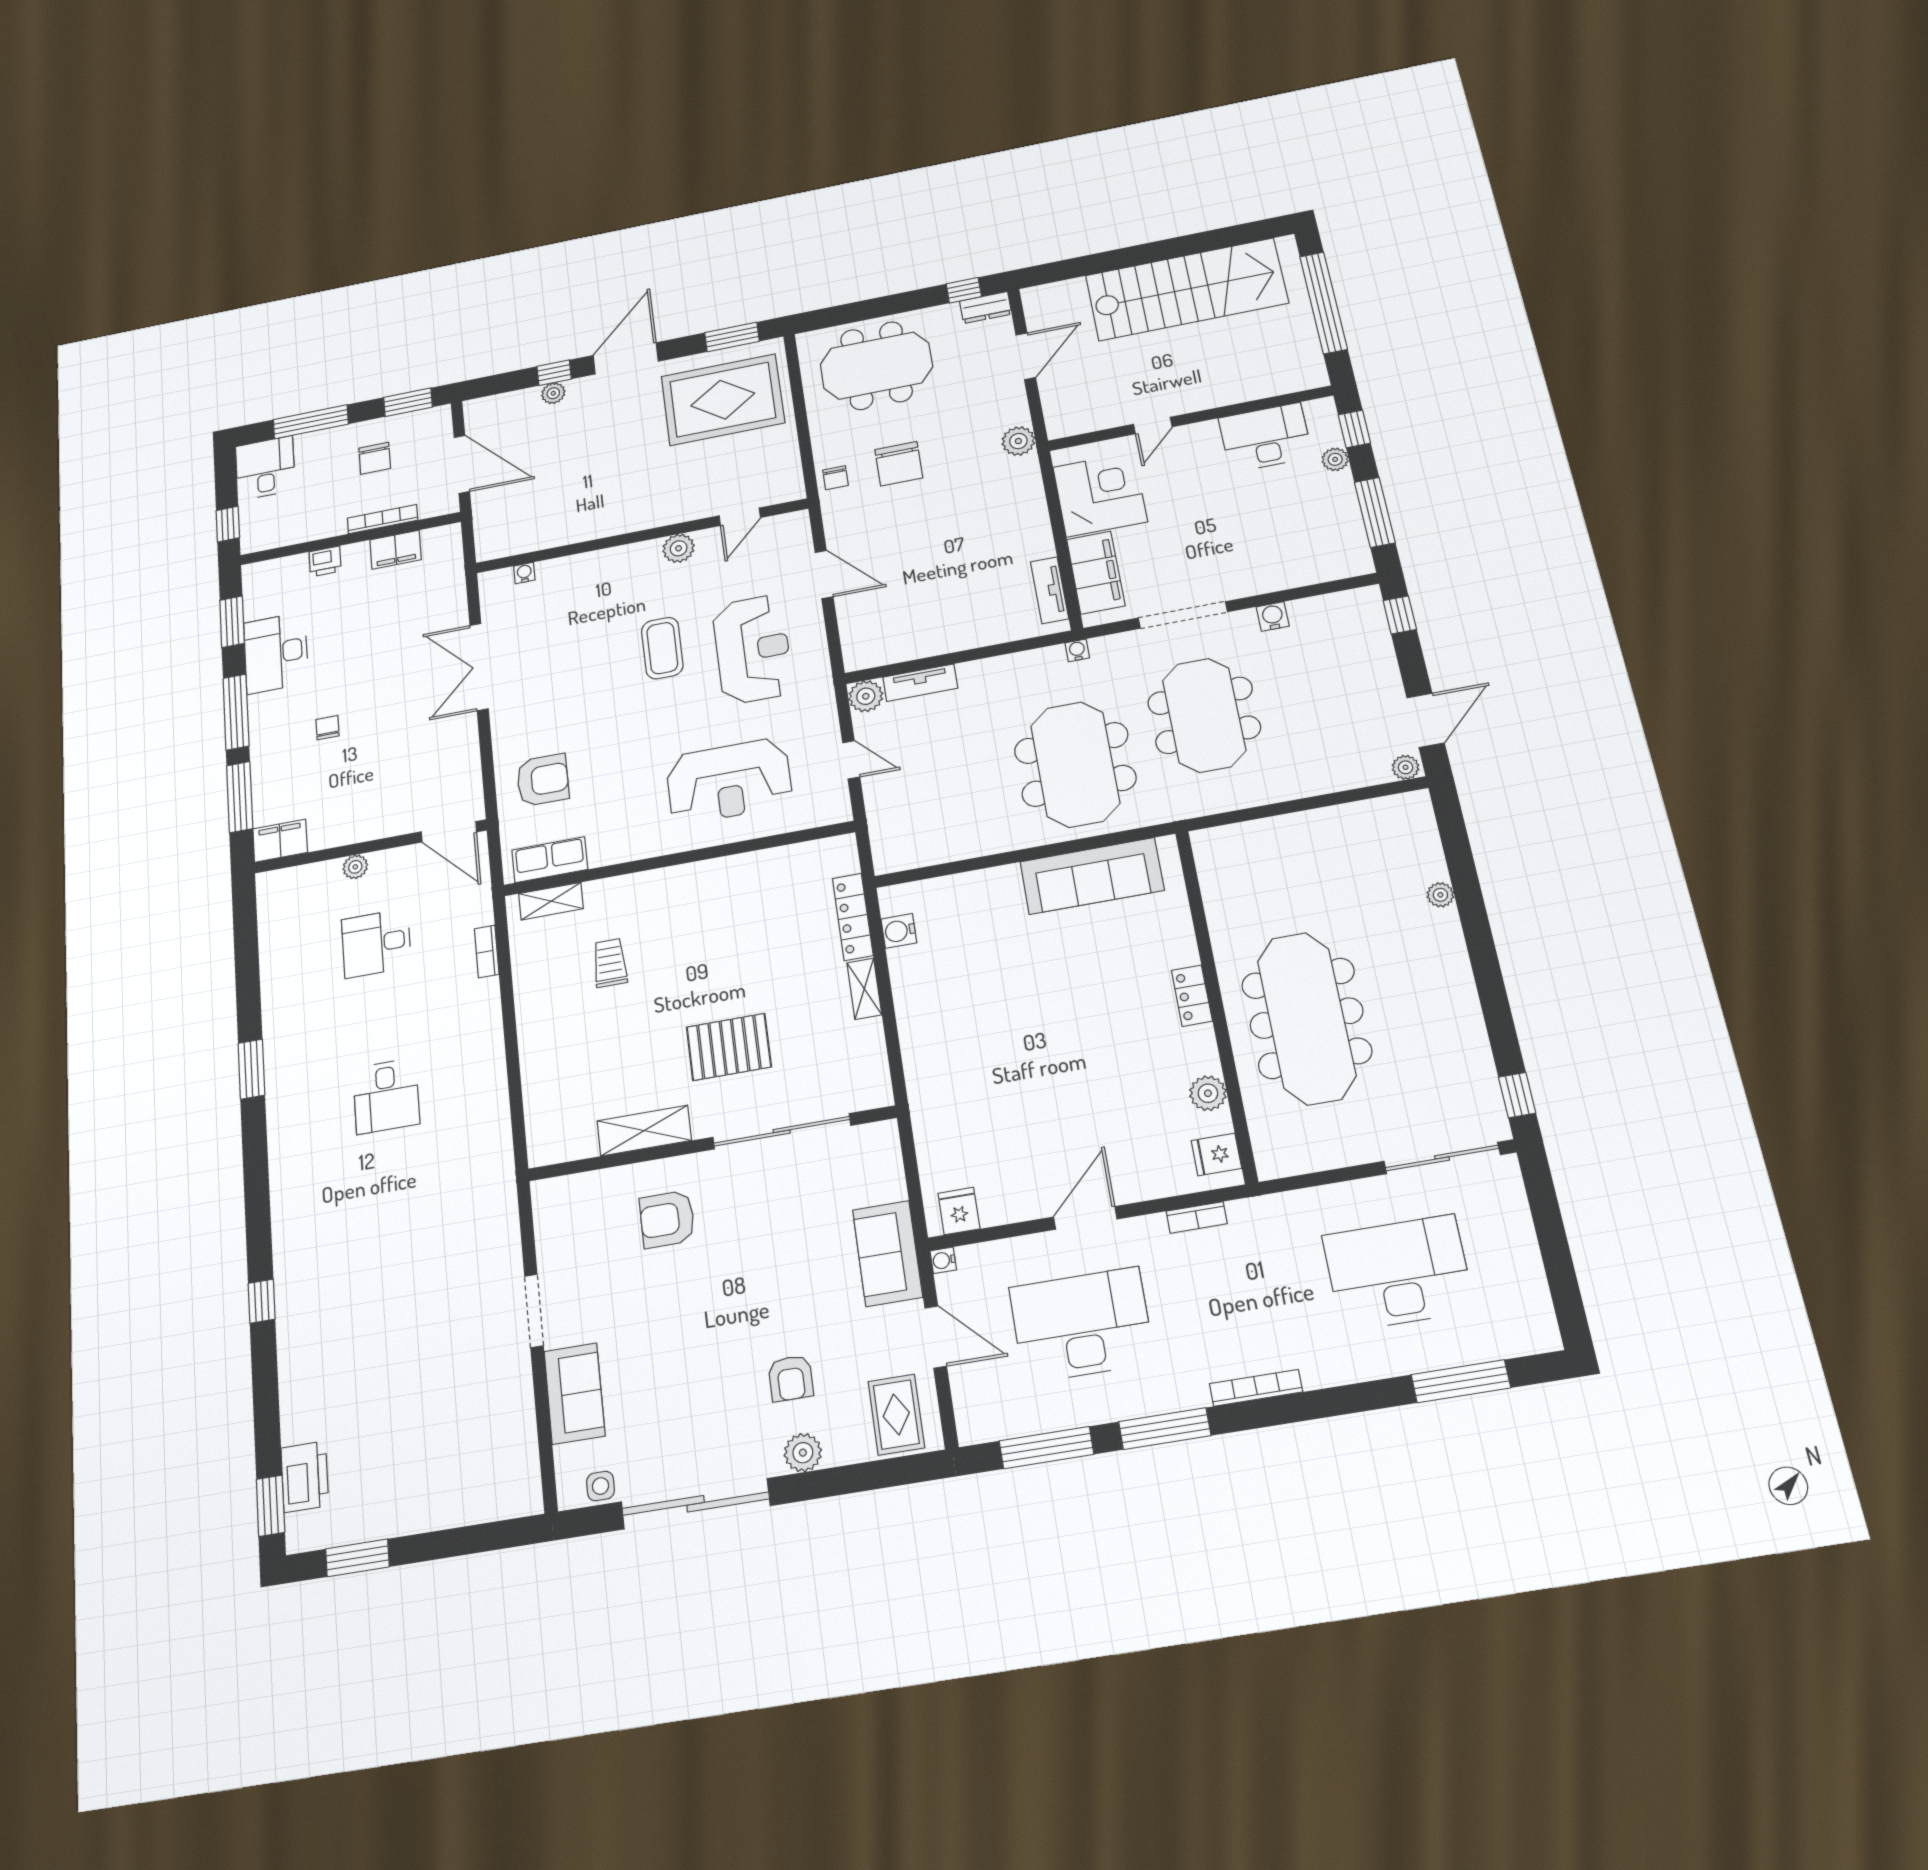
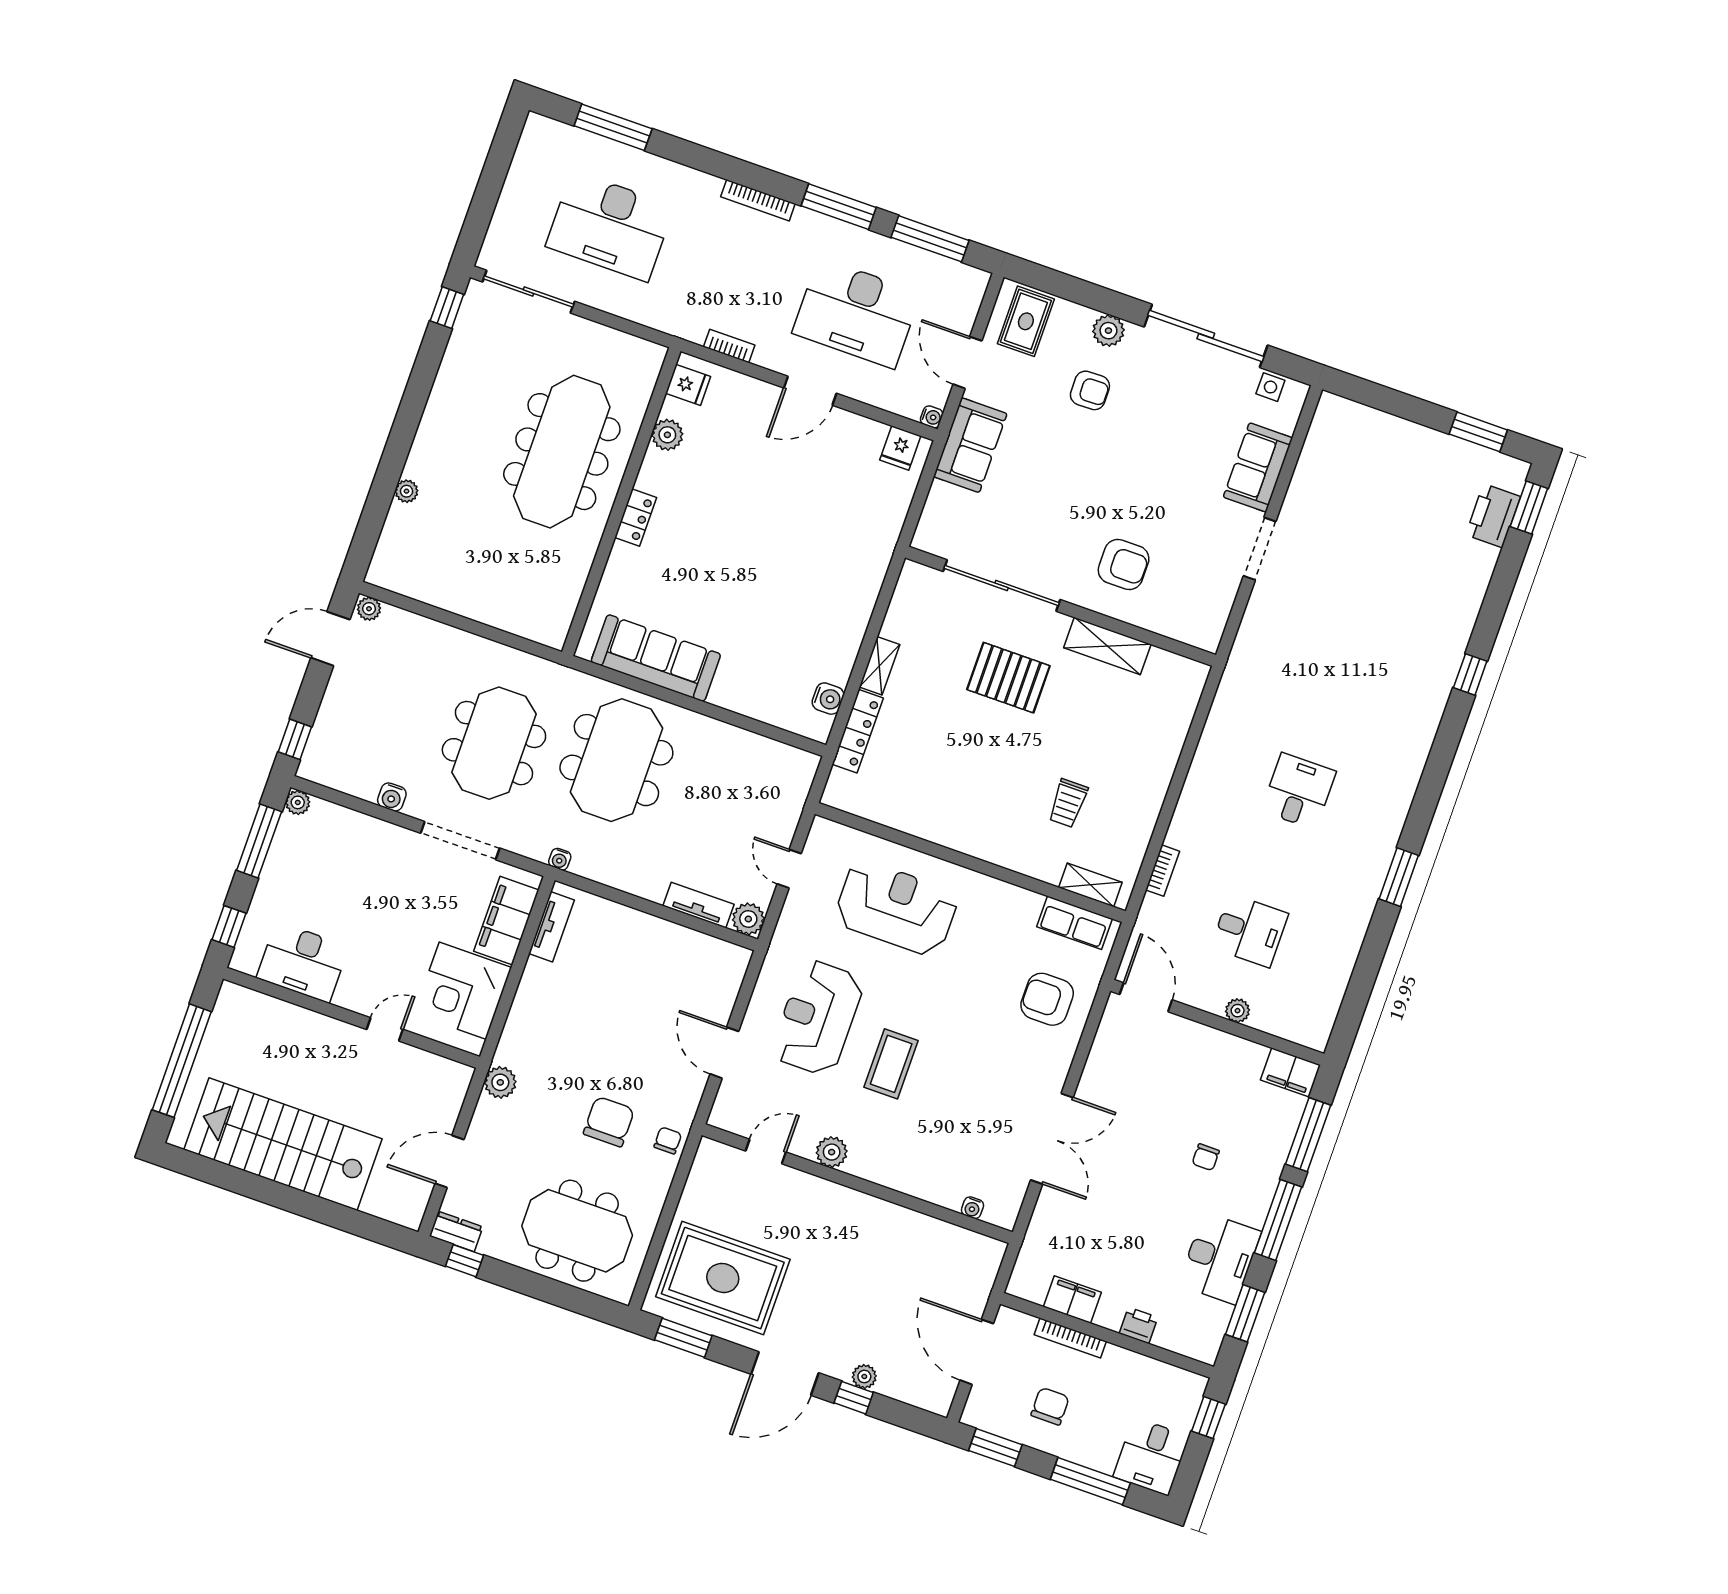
plant: (1335, 459) -> (298, 802), moved
armchair: (791, 1378) -> (1090, 390), turned 89

